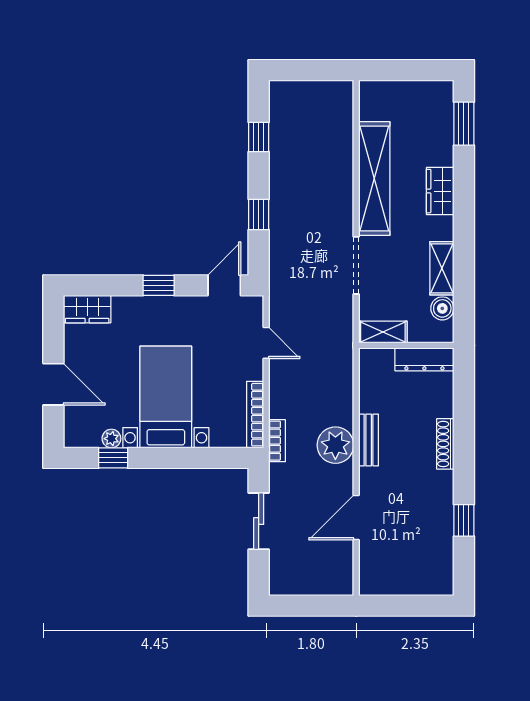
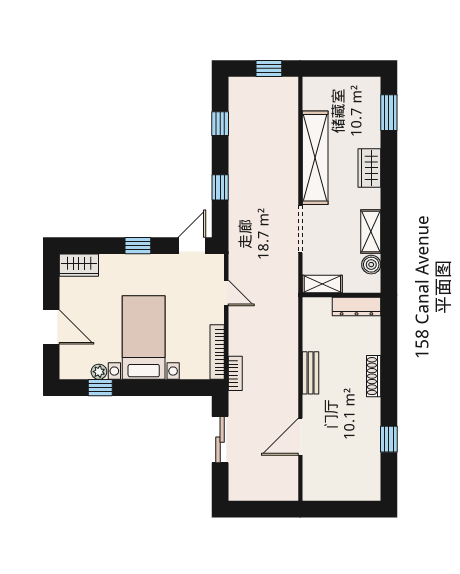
window: (318, 70) -> (269, 68), added
plant: (335, 445) -> (283, 377), removed

